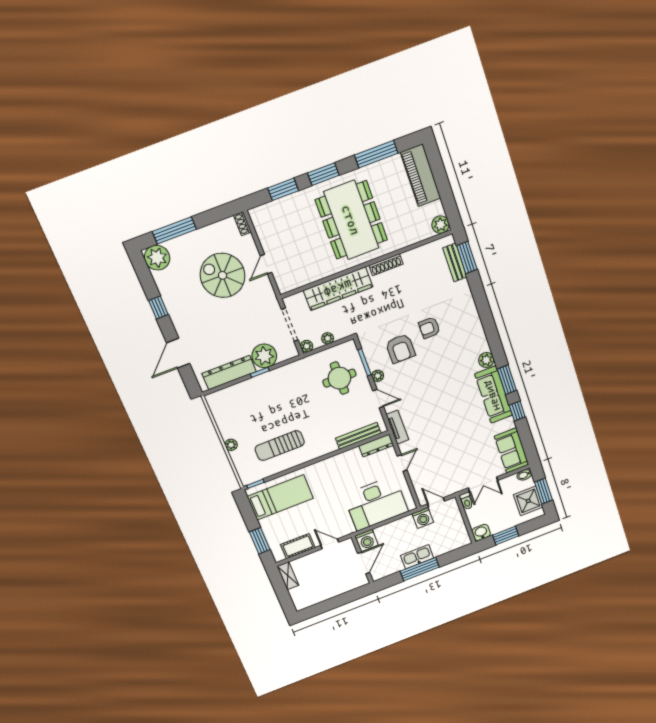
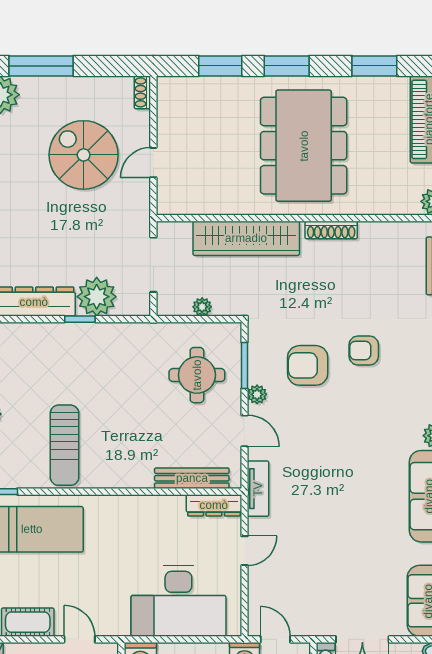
window: (376, 154) -> (374, 66), width x0.69
plant: (307, 346) -> (166, 307), removed
armchair: (400, 348) -> (308, 365), turned 90
sun lounger: (280, 446) -> (65, 445), turned -90

